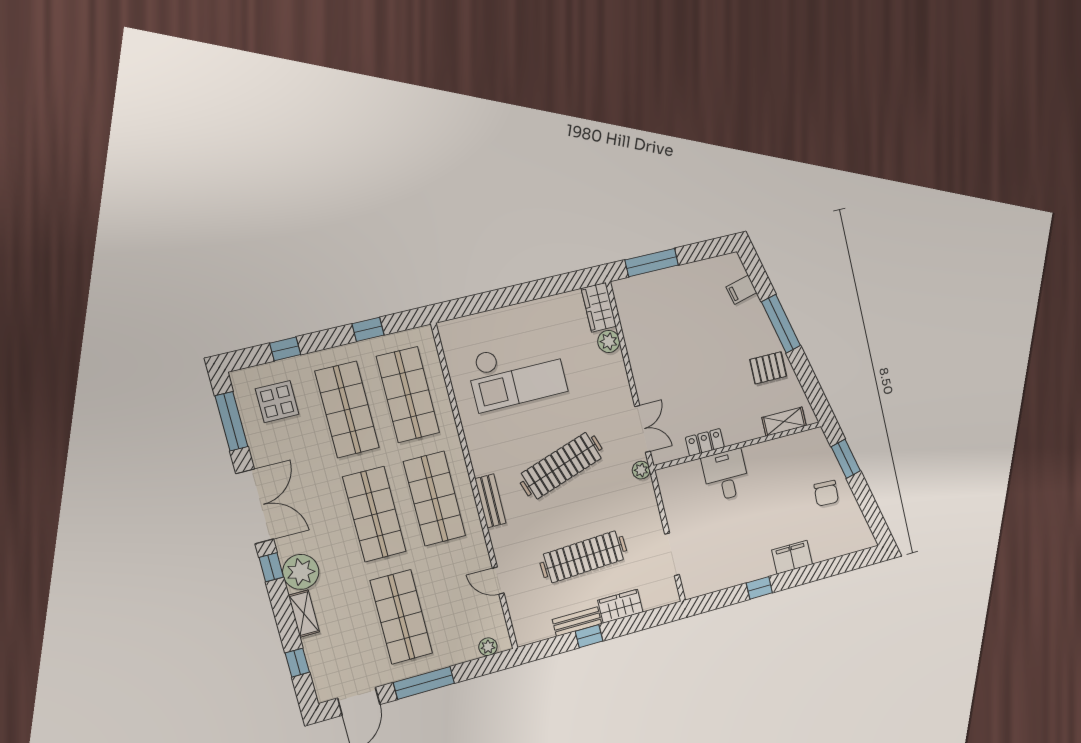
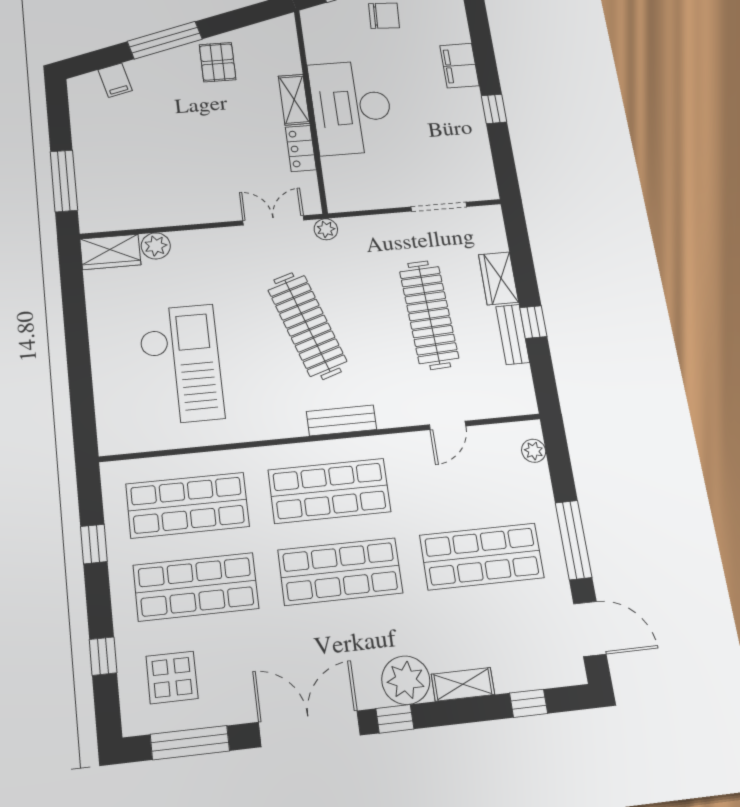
shelving: (784, 422) -> (294, 100), moved
desk: (726, 475) -> (351, 107), width x1.87, depth x1.30

